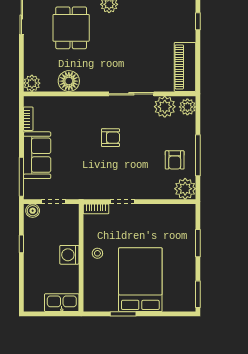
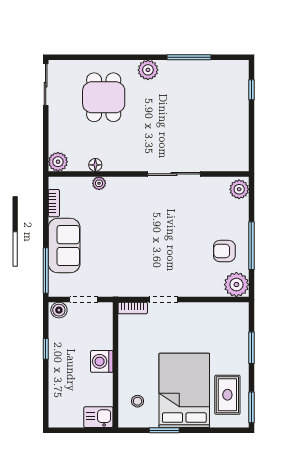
piano: (185, 67) -> (236, 143), removed
floor lamp: (69, 81) -> (95, 165), width x0.53, depth x0.53
plant: (165, 107) -> (99, 183), moved, width x0.53, depth x0.53
armchair: (111, 138) -> (150, 225), removed
armchair: (175, 160) -> (224, 251), turned 90
stool: (97, 253) -> (138, 401), moved
rug: (177, 283) -> (227, 395), added
kitchen sink: (62, 303) -> (98, 417), width x0.73

